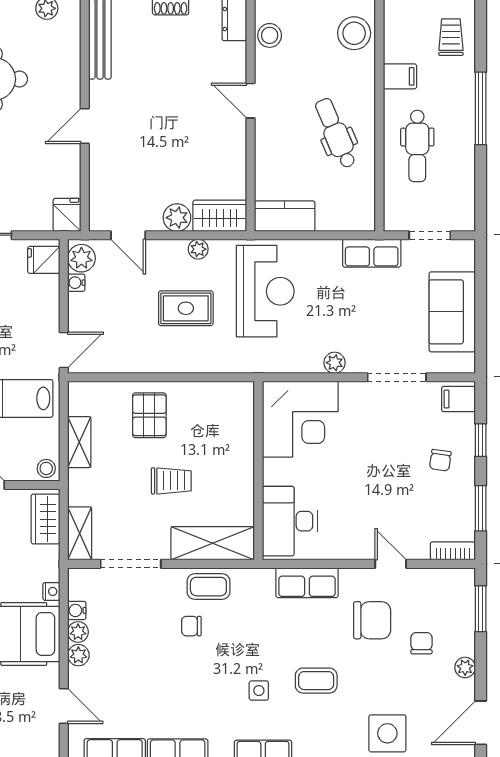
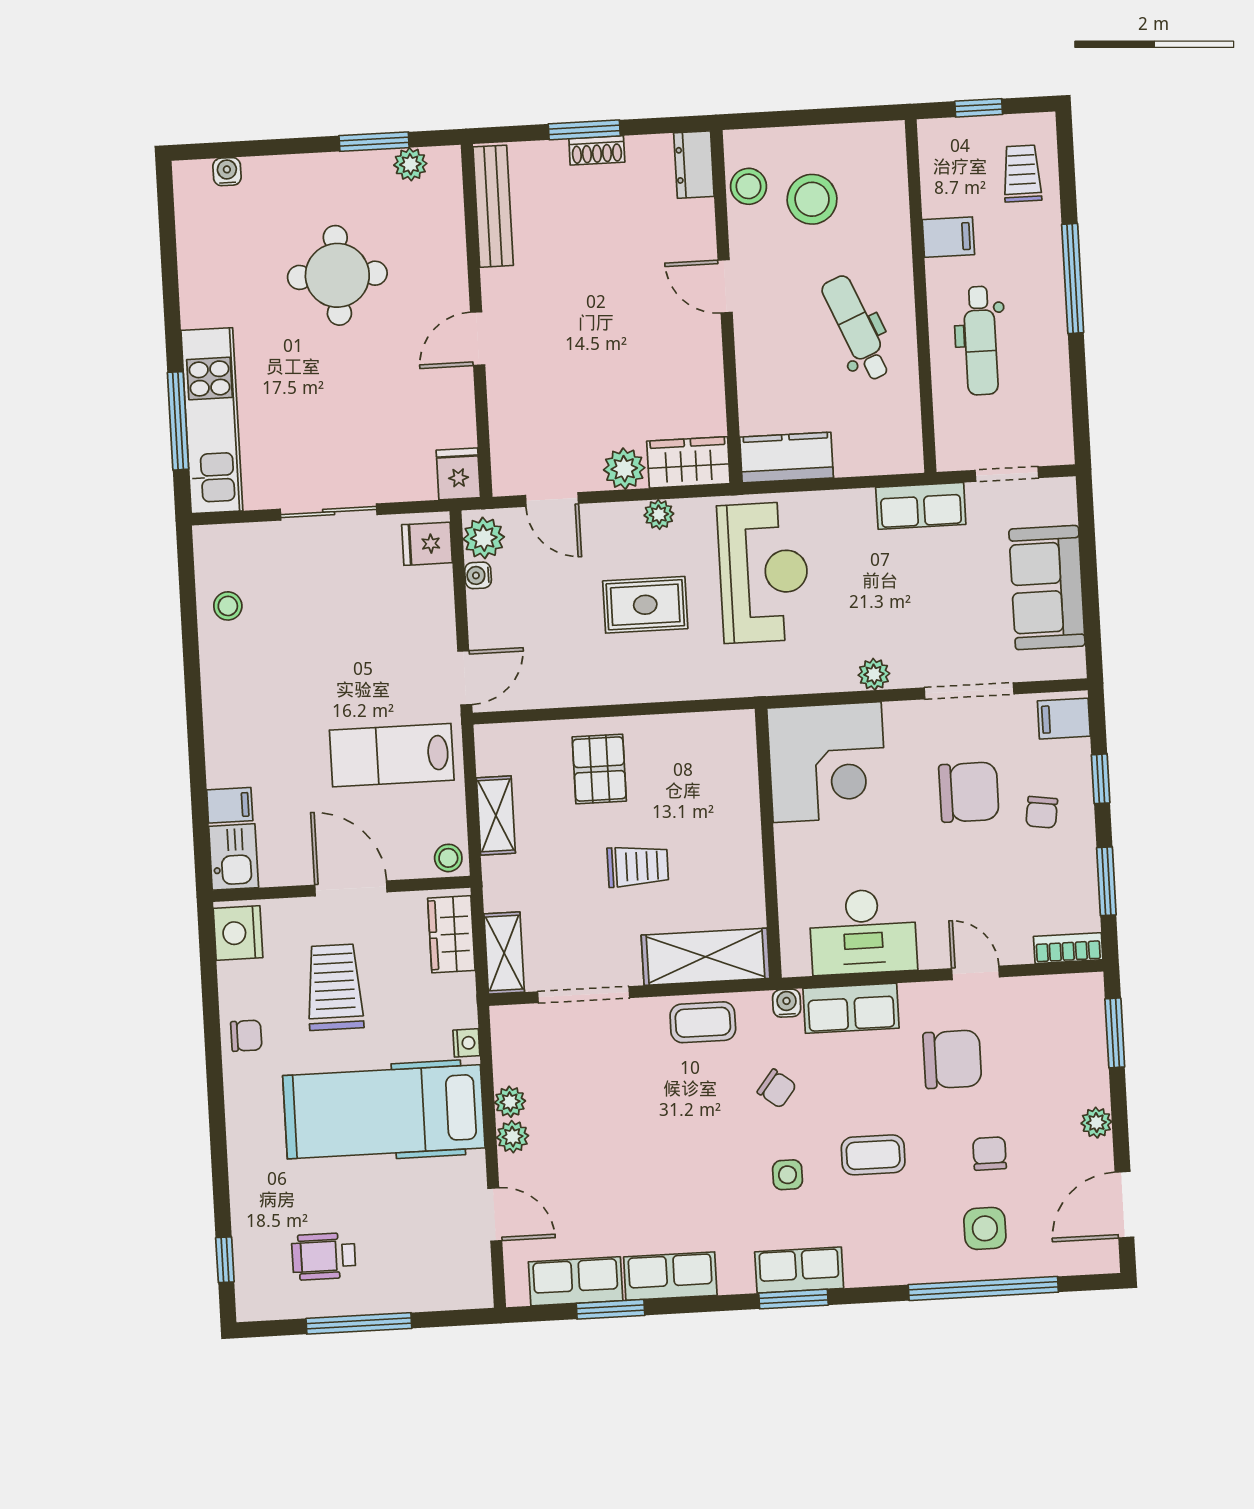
stool: (354, 33) -> (812, 199), moved
chair: (393, 444) -> (969, 792), added
desk: (290, 521) -> (863, 932), moved, turned -90
water cooler: (77, 610) -> (787, 1003), moved, turned 90
chair: (191, 626) -> (777, 1089), moved, turned -142
chair: (421, 643) -> (990, 1154), moved
side table: (387, 733) -> (985, 1228), width x0.73, depth x0.73

